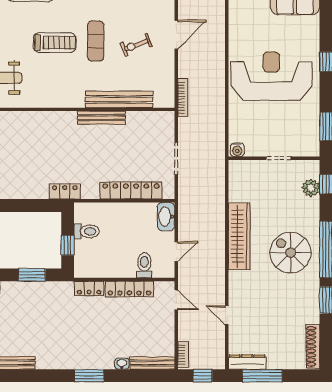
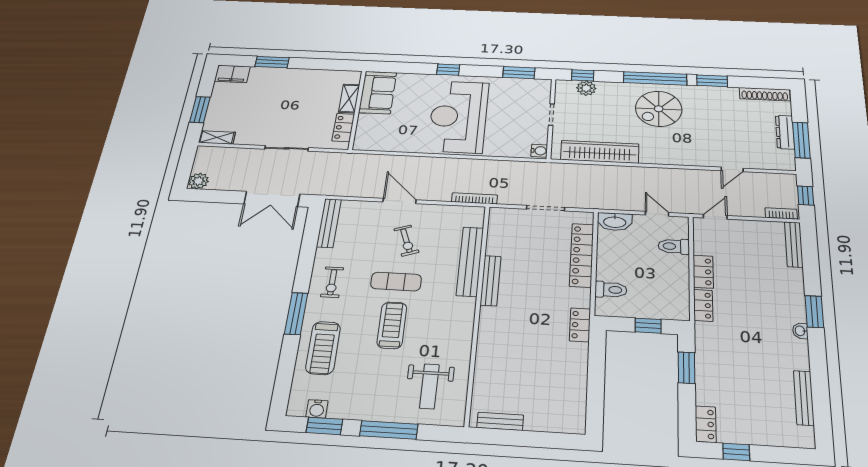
toilet: (87, 231) -> (611, 290), moved, turned 90
wardrobe: (239, 236) -> (600, 152), moved
locker: (129, 289) -> (703, 272), width x0.66
dresser: (247, 362) -> (785, 132), moved
washbasin: (122, 364) -> (800, 331), moved

